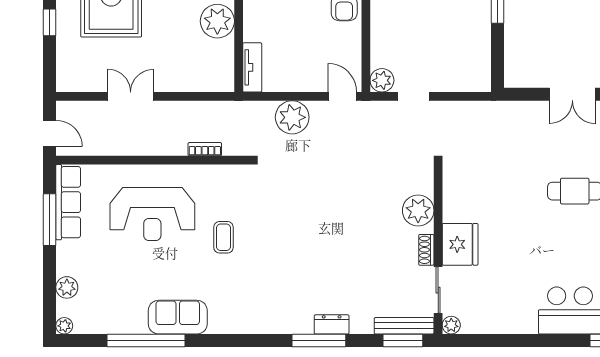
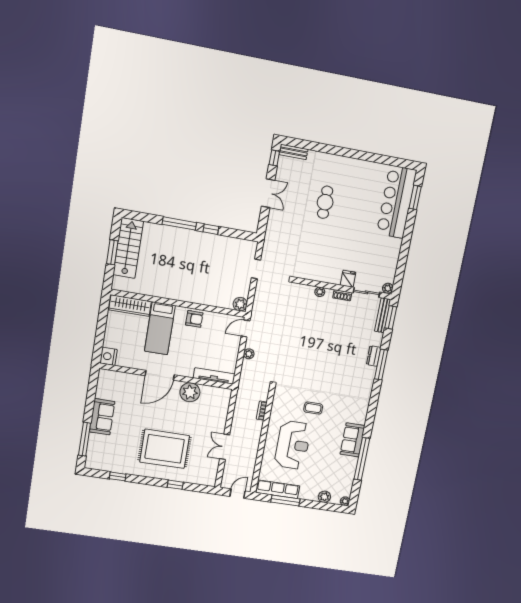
tv unit: (252, 67) -> (214, 376), width x1.41
doorway: (413, 96) -> (256, 269), moved
plant: (292, 117) -> (249, 354), width x0.53, depth x0.53
plant: (418, 211) -> (320, 292), width x0.53, depth x0.53
fridge: (460, 244) -> (348, 279), width x0.53, depth x0.75

